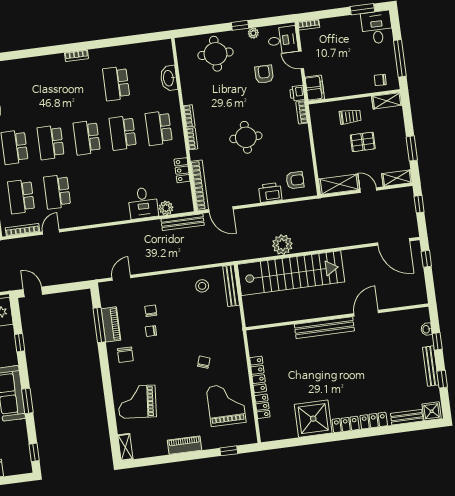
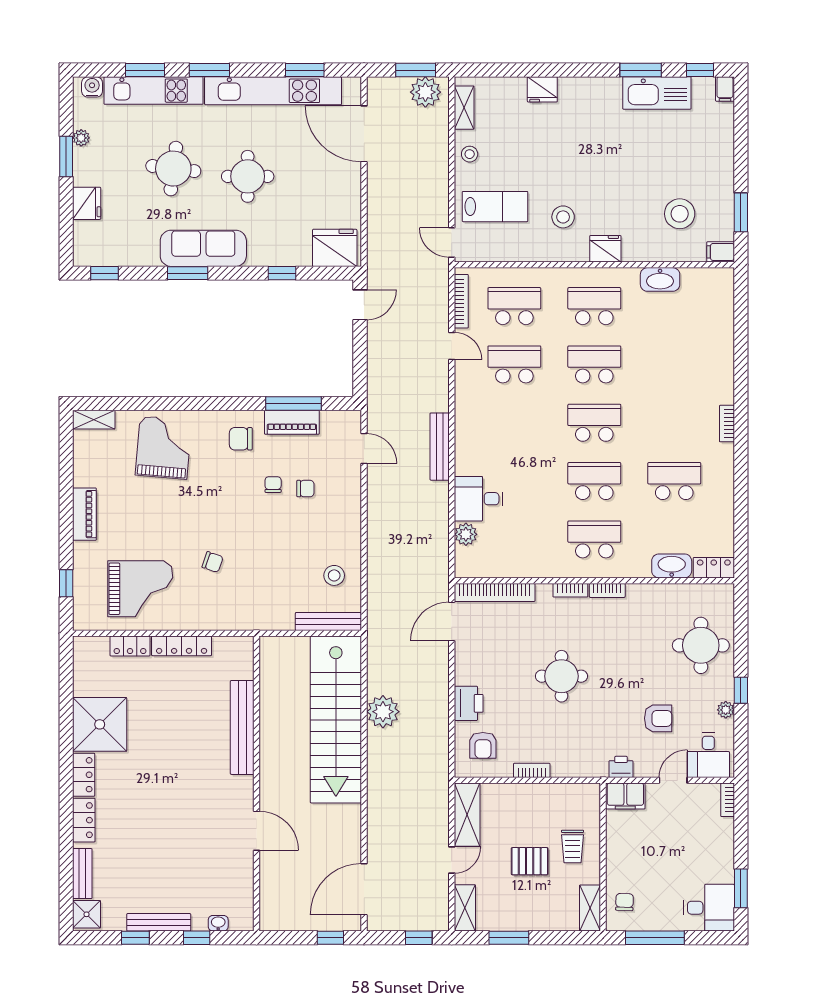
bookcase: (302, 112) -> (532, 770), moved
pallet: (363, 142) -> (530, 861), turned 90
locker: (182, 170) -> (714, 568), moved
bench: (183, 222) -> (440, 447), moved
bench: (324, 328) -> (242, 727), moved

